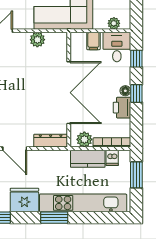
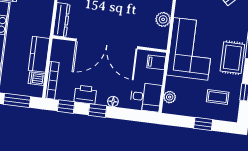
filing cabinet: (93, 41) -> (156, 62), moved
window: (136, 59) -> (66, 107), moved
floor lamp: (125, 91) -> (113, 101), moved
plant: (84, 139) -> (58, 53), removed

